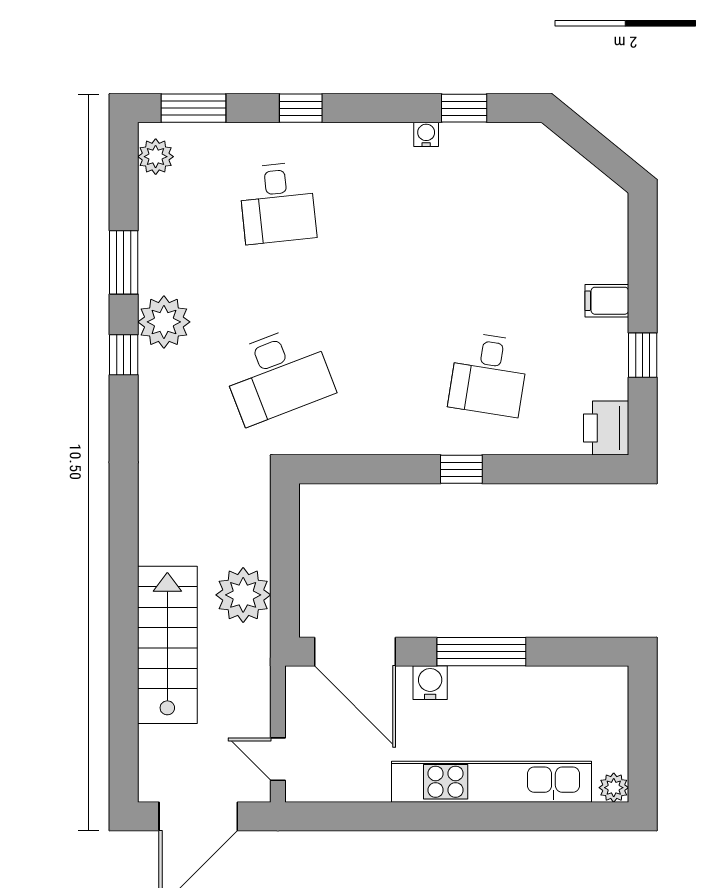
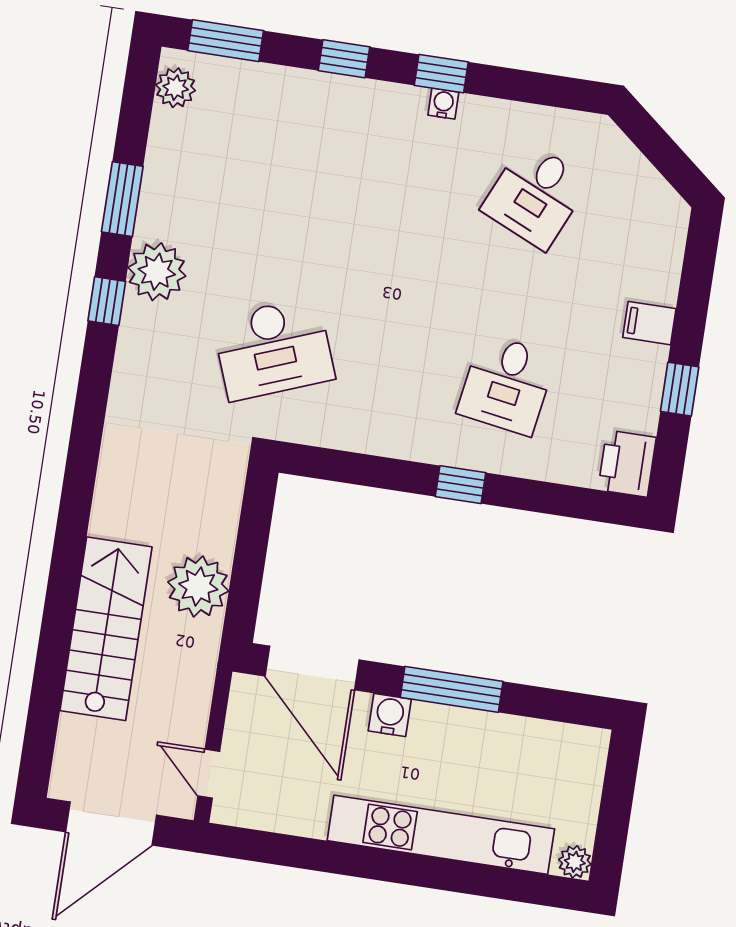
window: (464, 108) -> (441, 74), moved
water cooler: (426, 134) -> (443, 104), moved
desk: (278, 203) -> (535, 195), moved, turned 30

